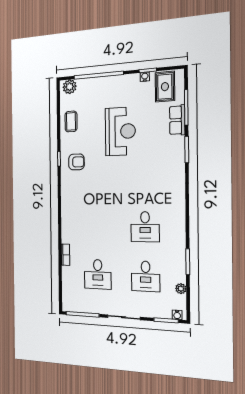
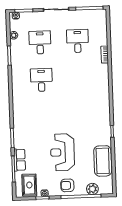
plant: (70, 87) -> (92, 189), moved
coffee table: (71, 121) -> (103, 161), width x1.86, depth x1.72
armchair: (76, 162) -> (67, 185), moved

